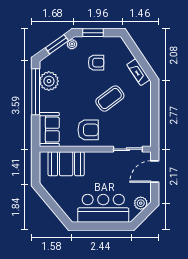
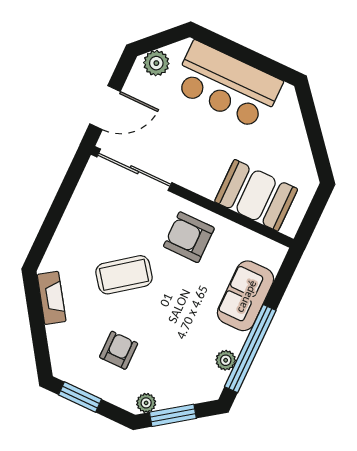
window: (93, 33) -> (80, 397), moved
armchair: (96, 63) -> (119, 350), turned 90
plant: (49, 81) -> (226, 360), width x0.53, depth x0.53
sofa: (49, 130) -> (246, 296), moved
sliding door: (128, 149) -> (134, 170), width x1.37

